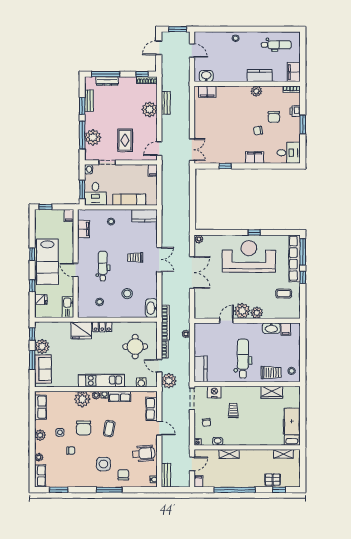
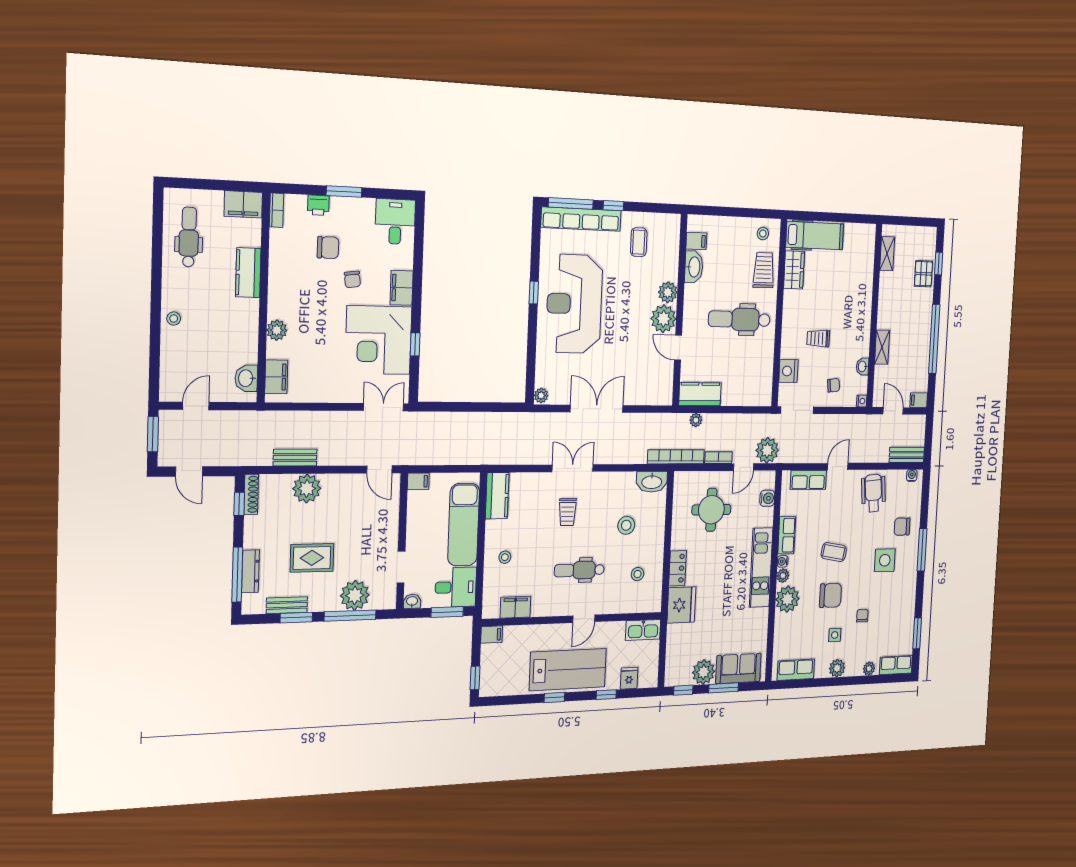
plant: (256, 91) -> (277, 330), moved
rug: (125, 140) -> (312, 558), moved
corner desk: (227, 146) -> (378, 340), added
exam couch: (129, 200) -> (464, 525), width x1.36, depth x1.45
kitchen counter: (201, 369) -> (700, 394), moved
hospital bed: (292, 427) -> (815, 236), moved, turned 180

